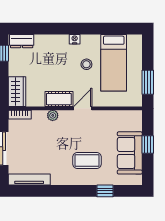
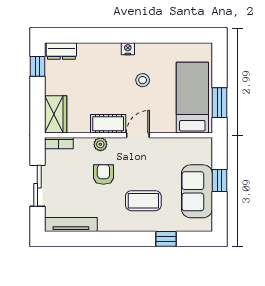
bed: (114, 63) -> (192, 98), moved, turned 180
armchair: (55, 140) -> (103, 174), added

